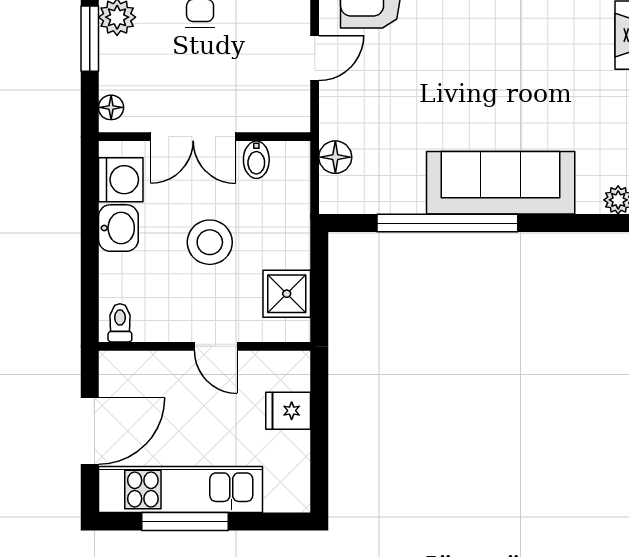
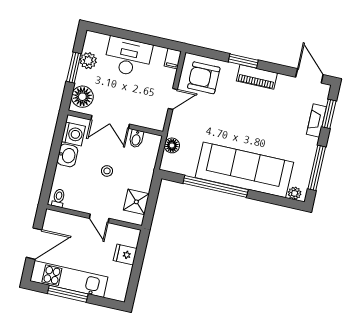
floor lamp: (111, 107) -> (82, 97), width x1.89, depth x1.89
sofa: (501, 183) -> (244, 170), width x1.36, depth x1.27
stool: (210, 242) -> (107, 171), width x0.53, depth x0.53

